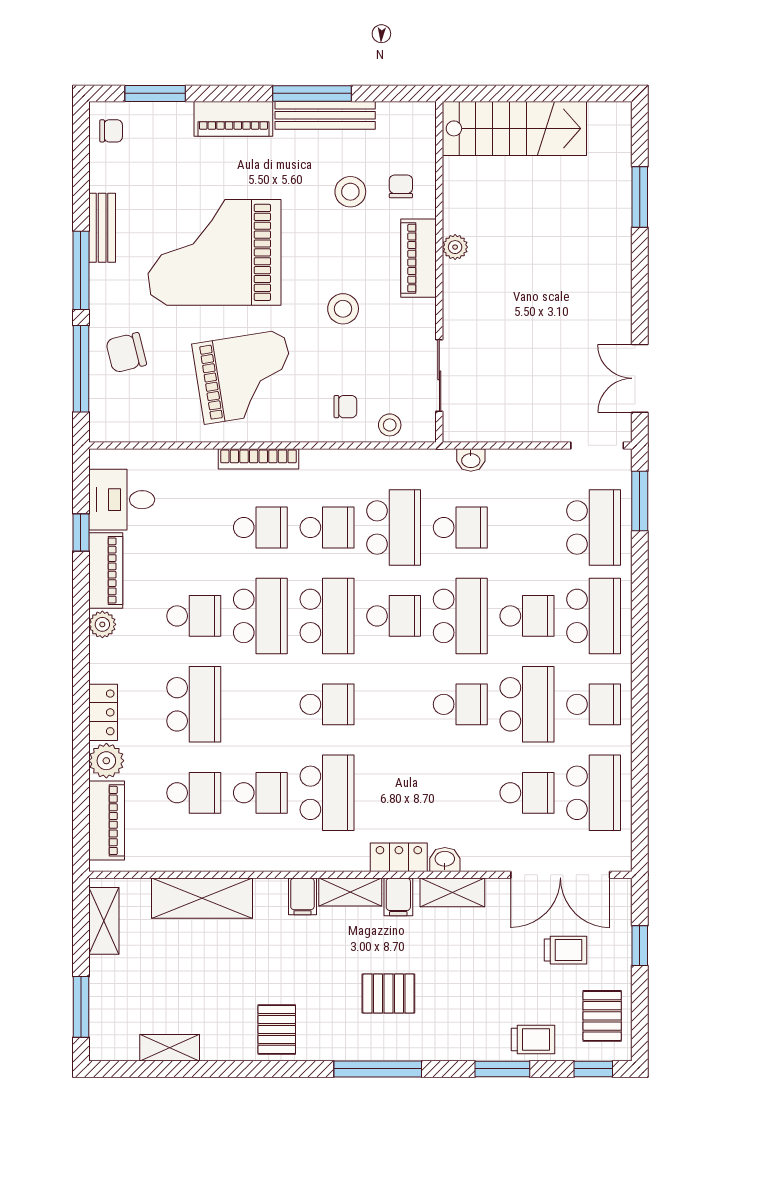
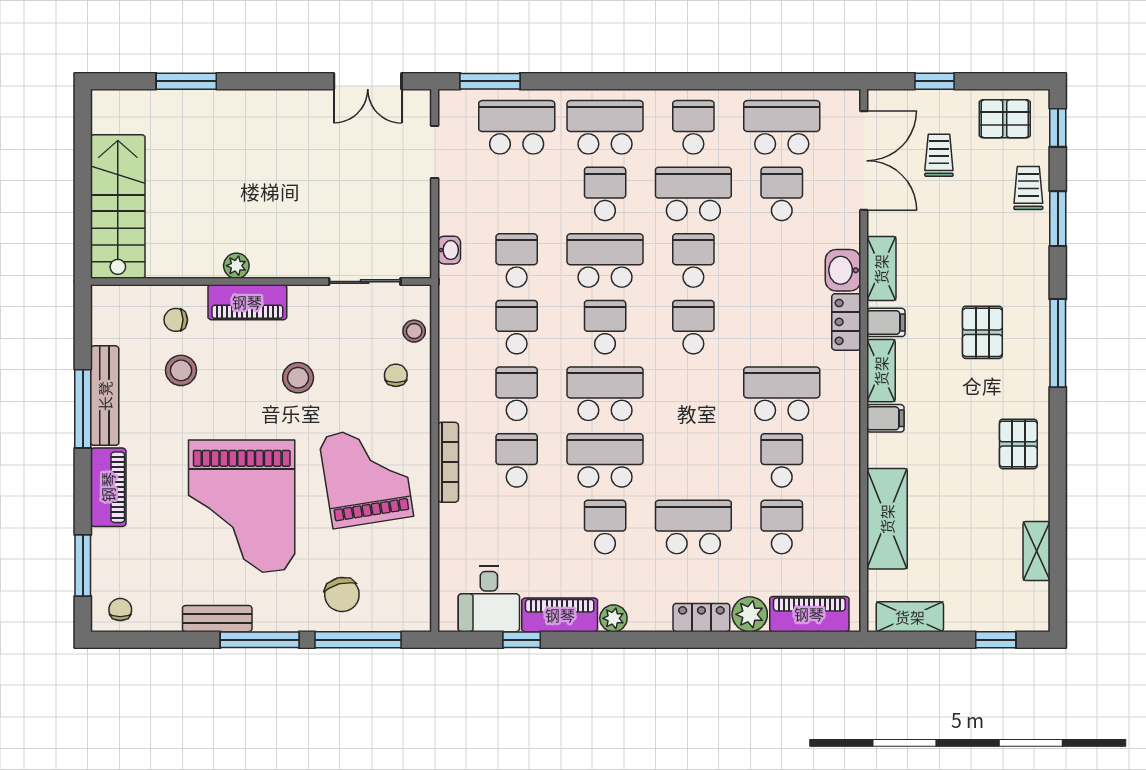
doorway: (597, 445) -> (435, 152), moved
school desk: (394, 528) -> (517, 327), width x0.54
school desk: (327, 704) -> (693, 327), moved
washbasin: (445, 860) -> (843, 270), width x1.38, depth x1.45
window: (81, 1007) -> (996, 640), width x0.67
pallet: (277, 1029) -> (1018, 444), turned 90

